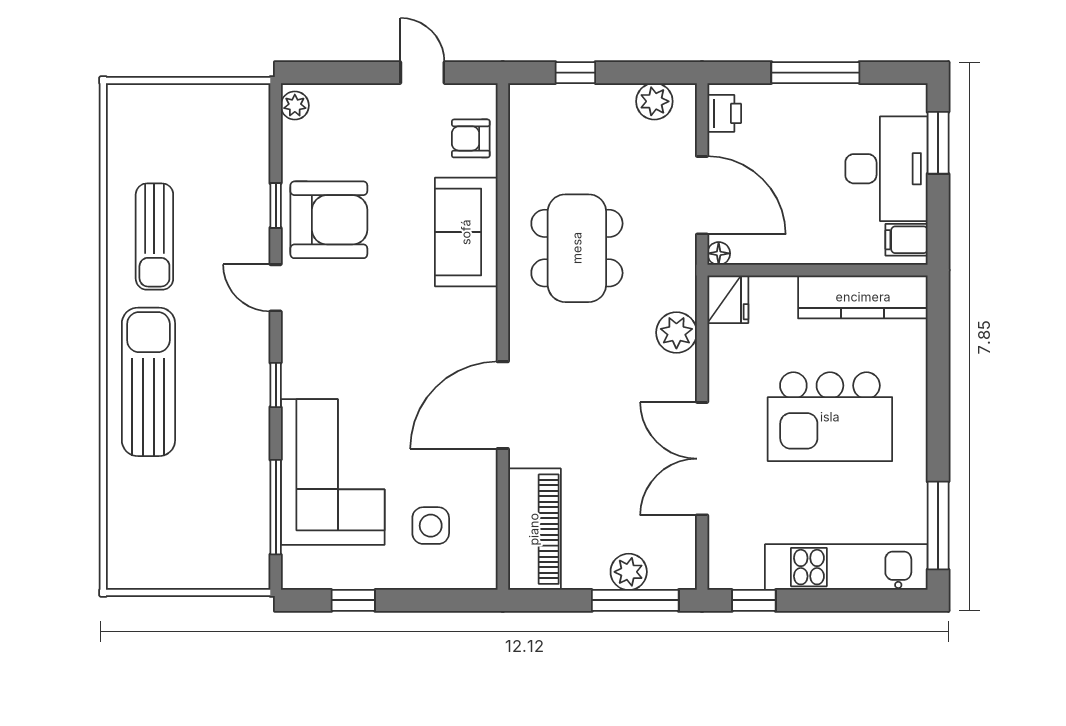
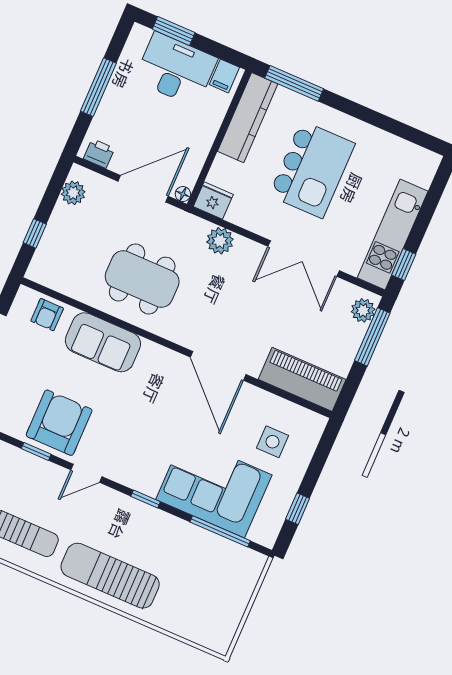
window: (938, 525) -> (294, 83), moved
kitchen unit: (846, 567) -> (393, 235), moved
plant: (629, 572) -> (363, 310), moved

